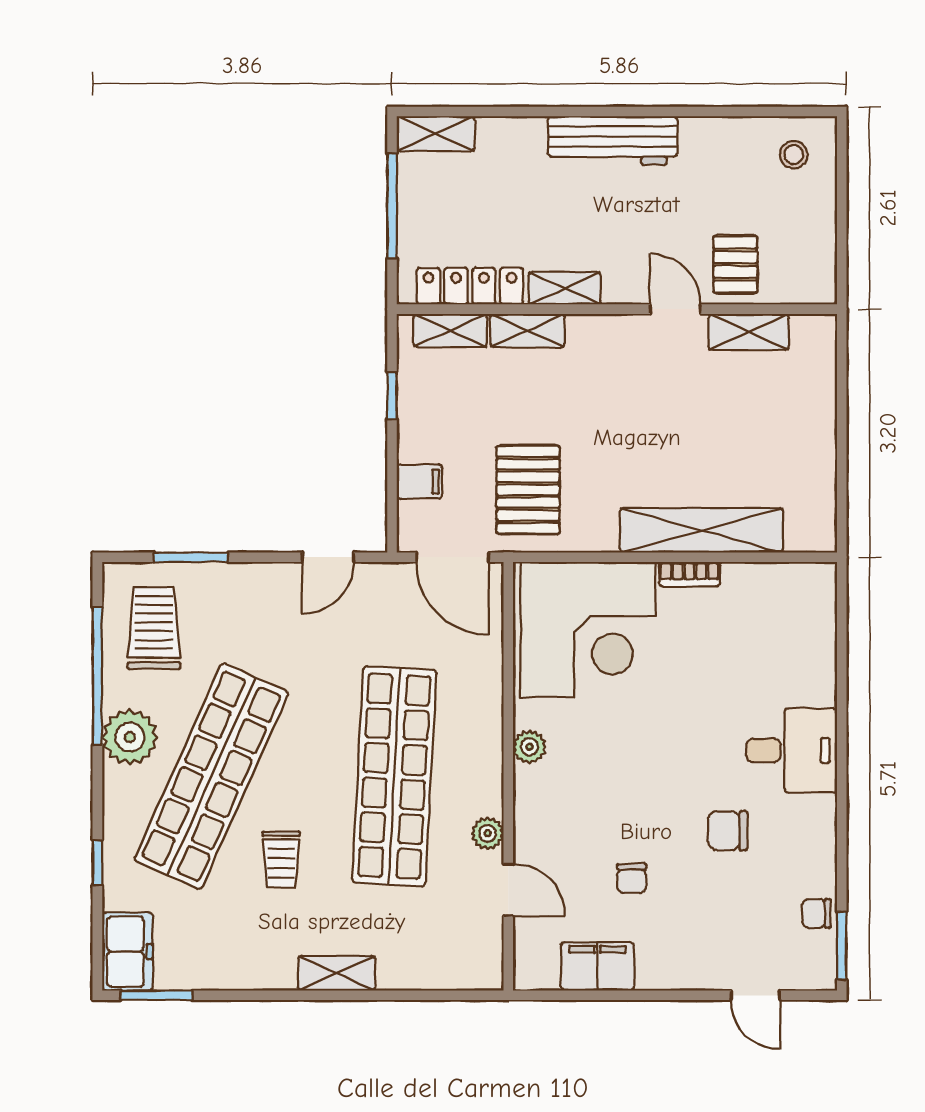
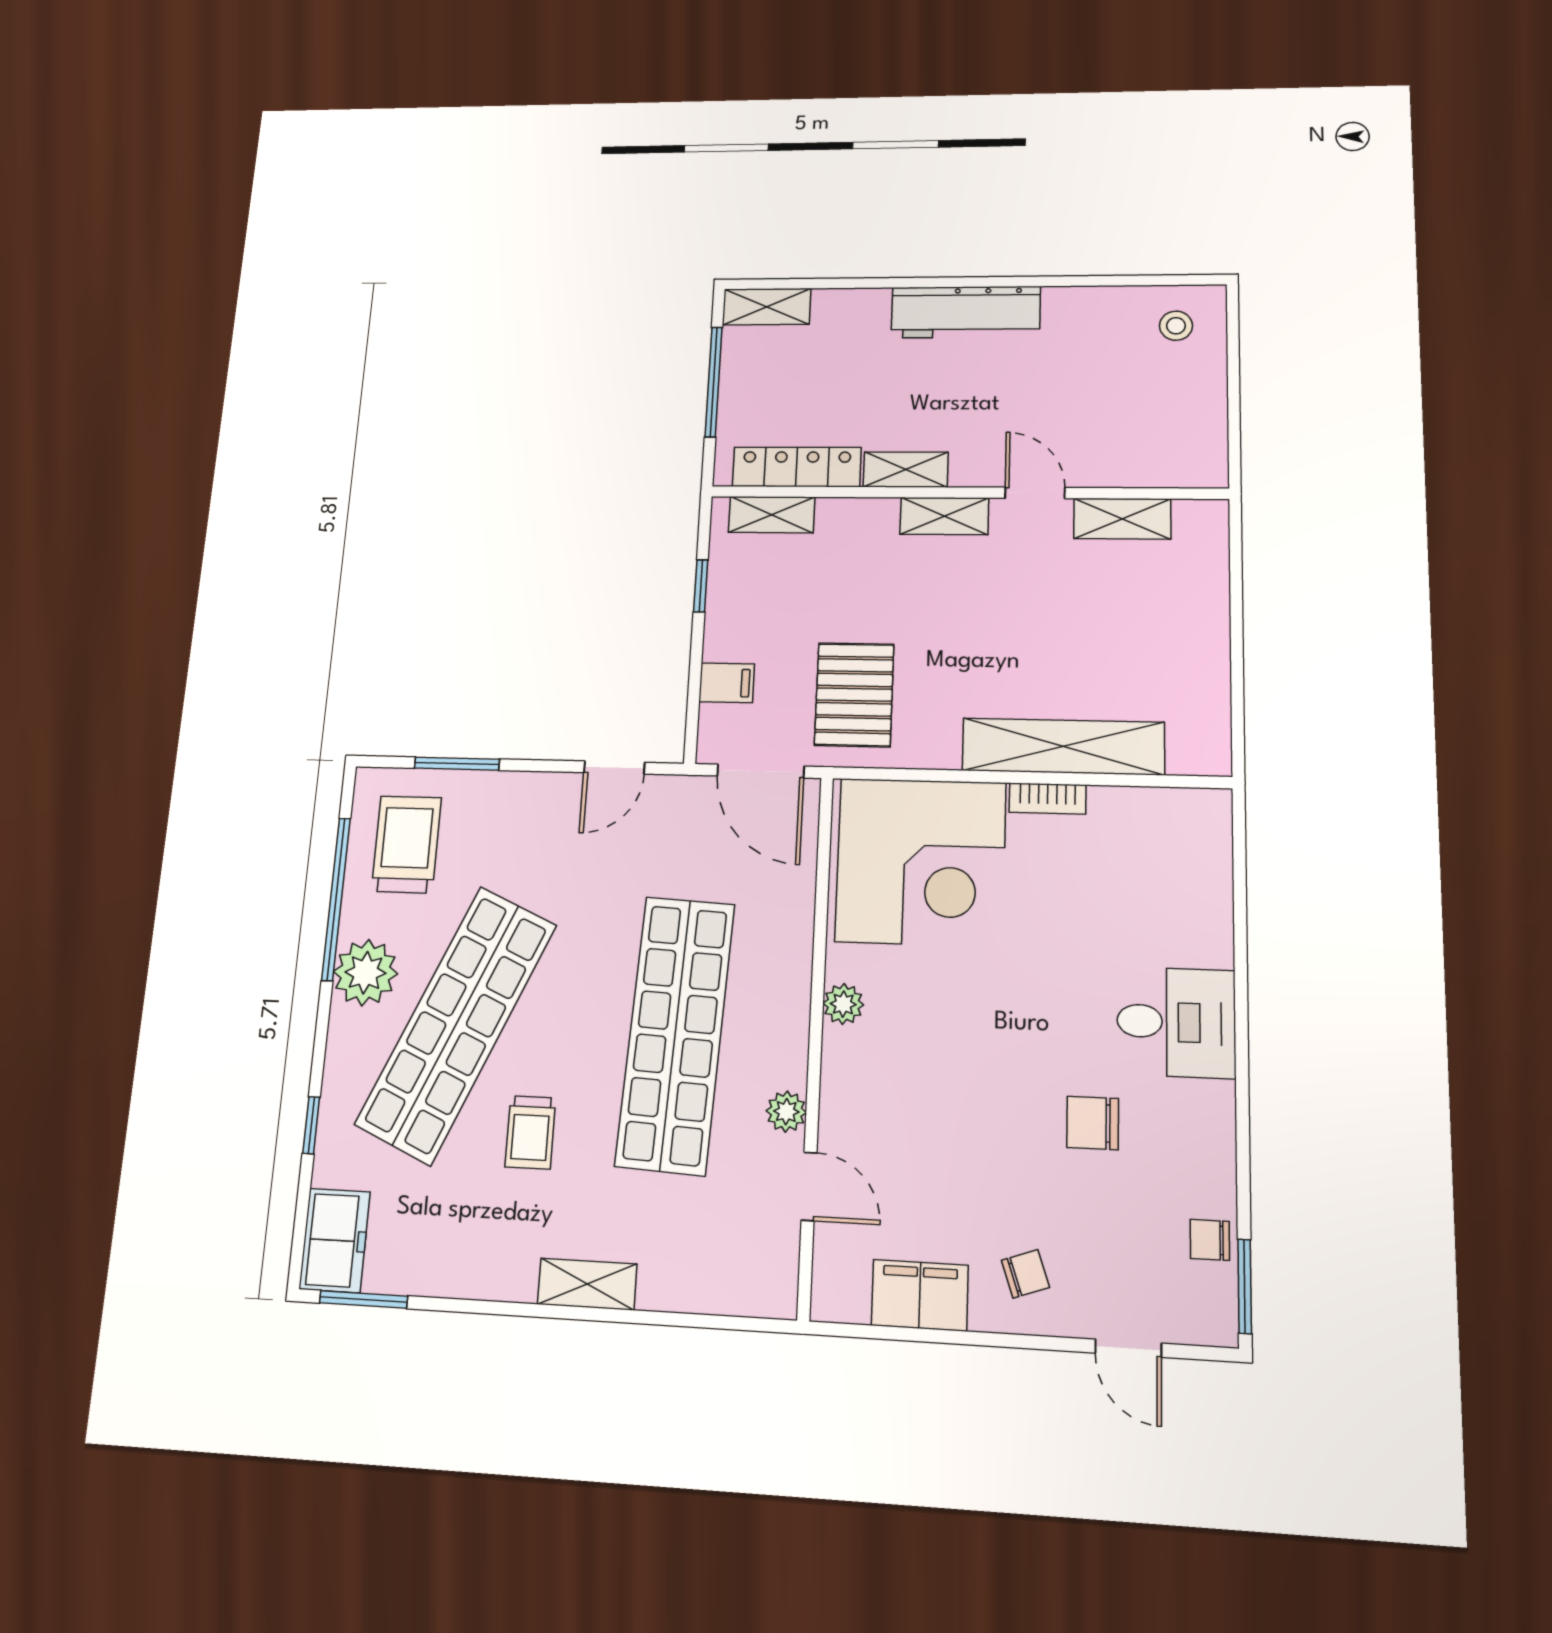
pallet: (735, 265) -> (1107, 444), removed
shelving: (527, 331) -> (944, 516), moved
chair: (632, 878) -> (1025, 1274), moved, turned -109

